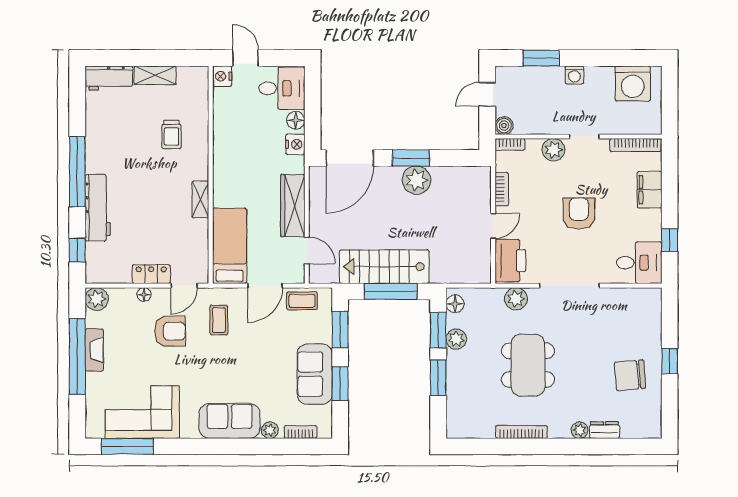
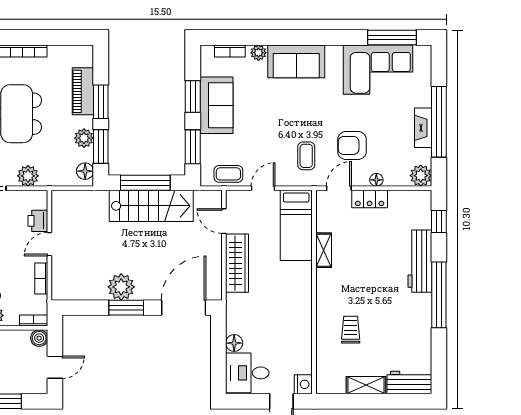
nightstand: (295, 144) -> (235, 321), removed
shelving: (200, 200) -> (324, 250), moved
printer: (510, 261) -> (38, 221), width x0.53, depth x0.68
door: (265, 286) -> (263, 188), width x0.73
piano: (457, 389) -> (83, 91), added

